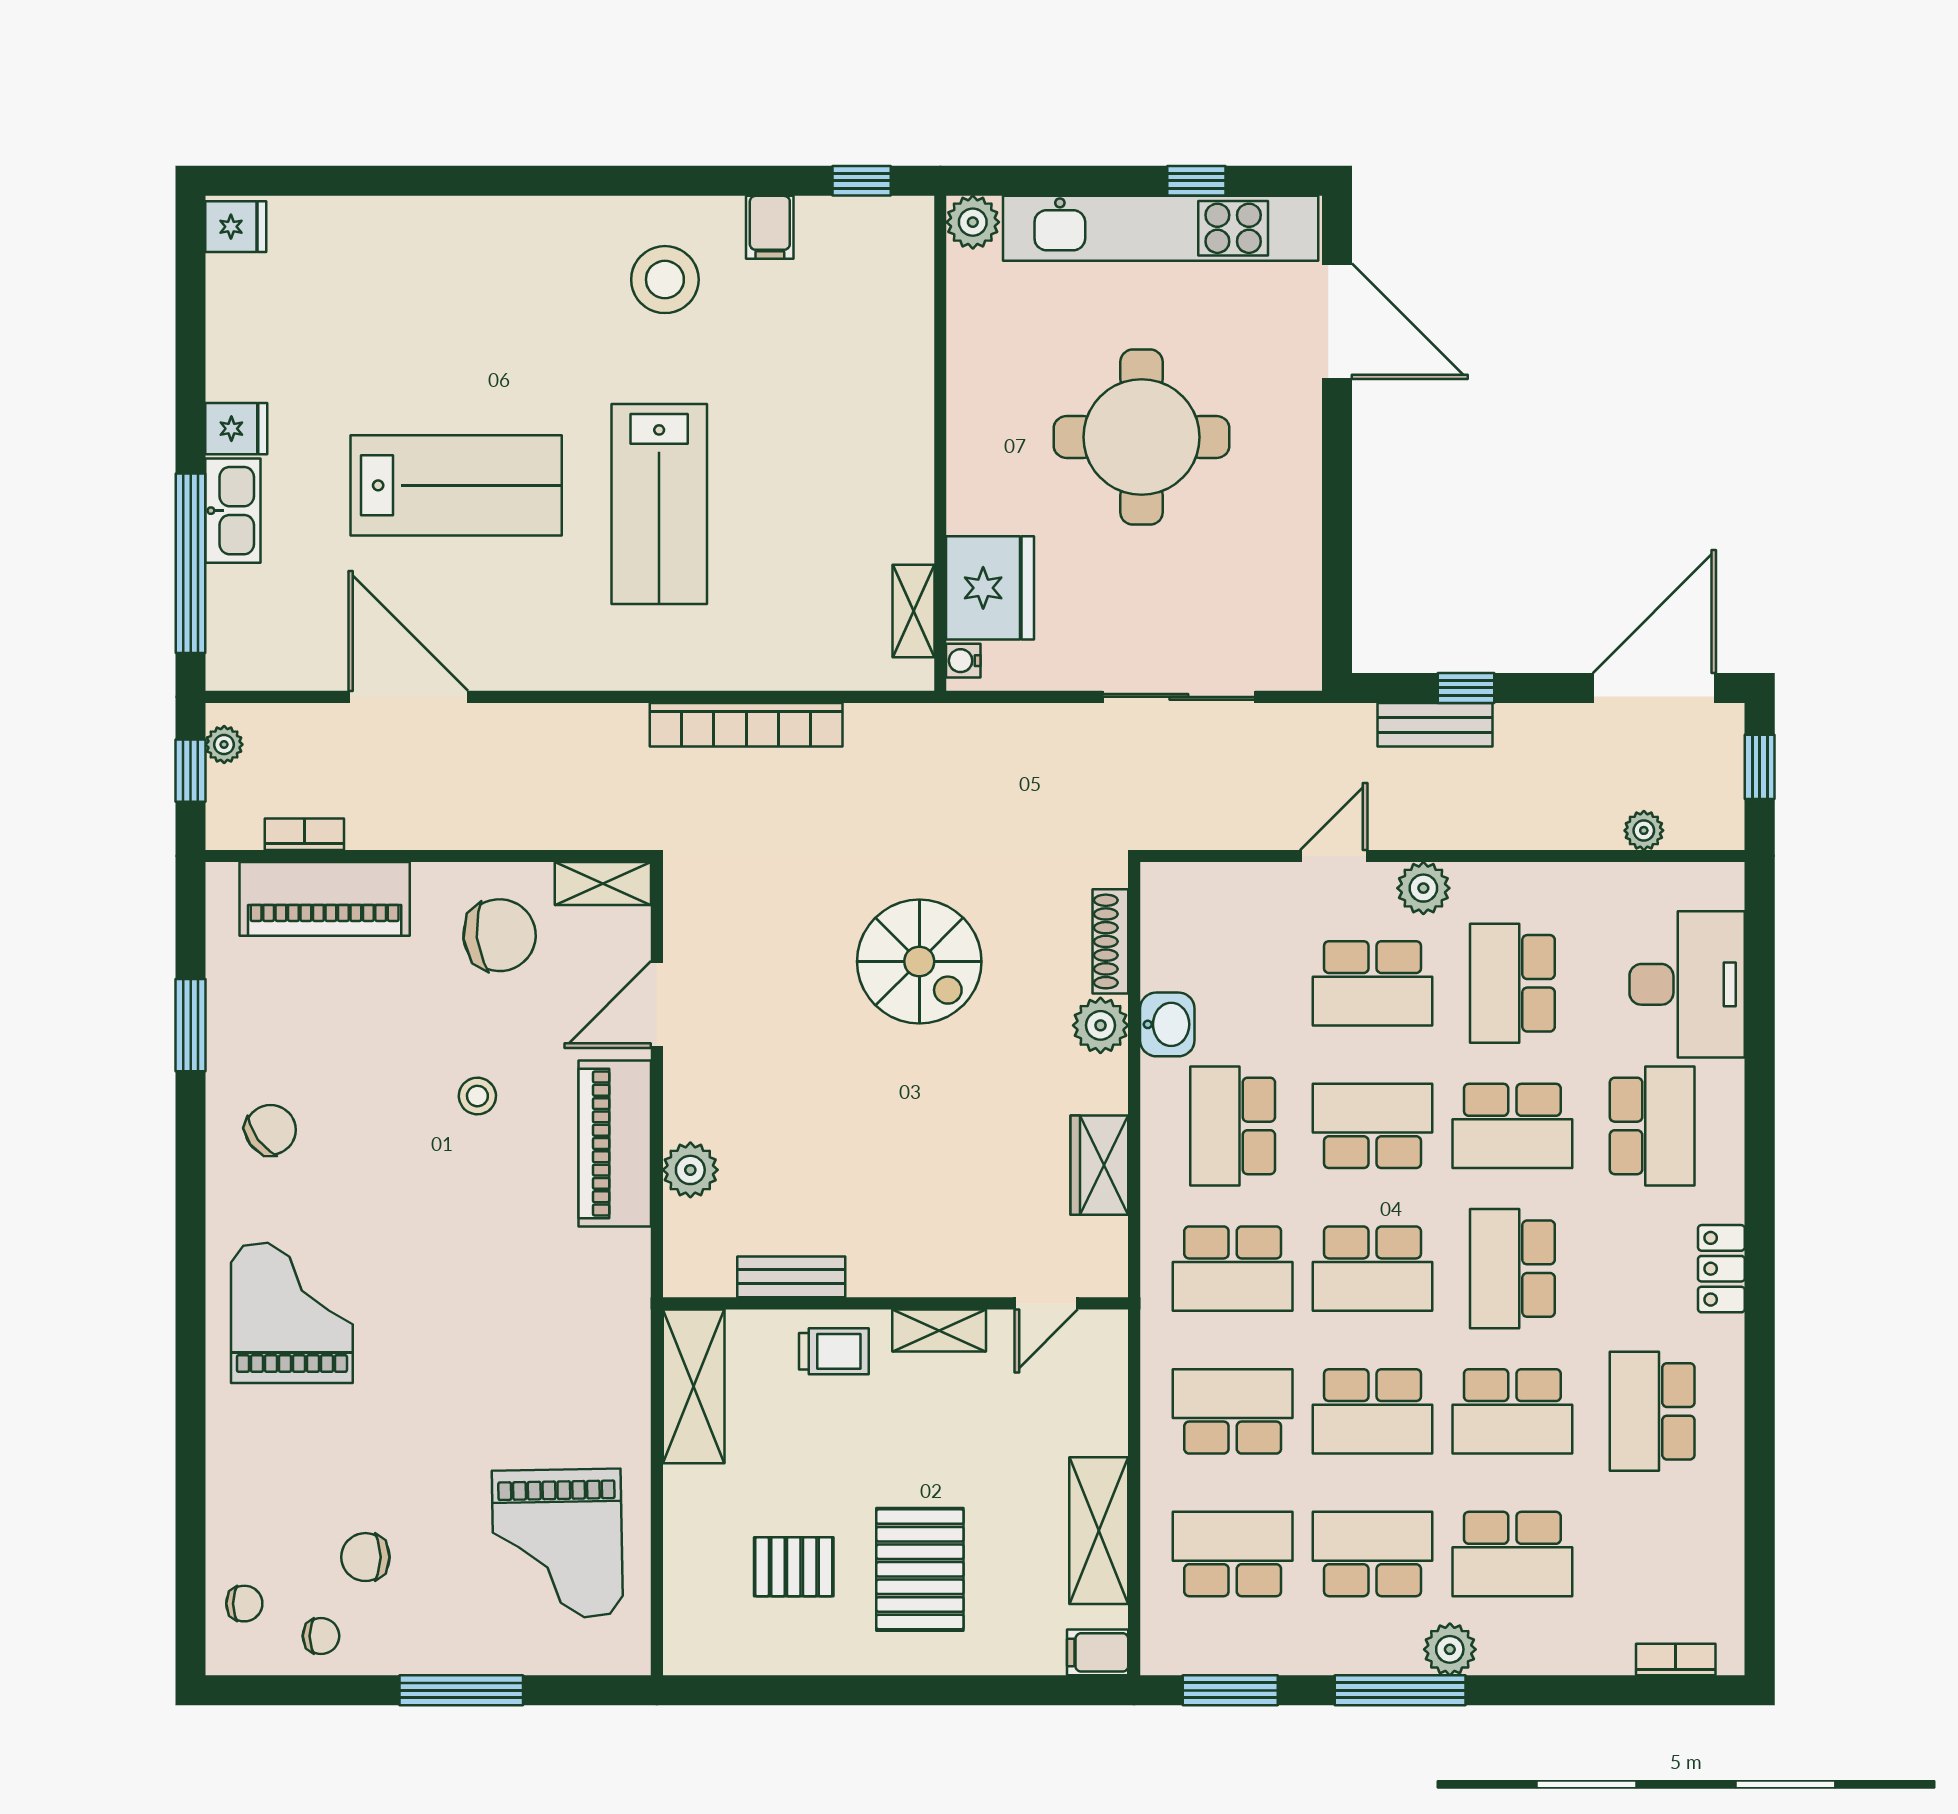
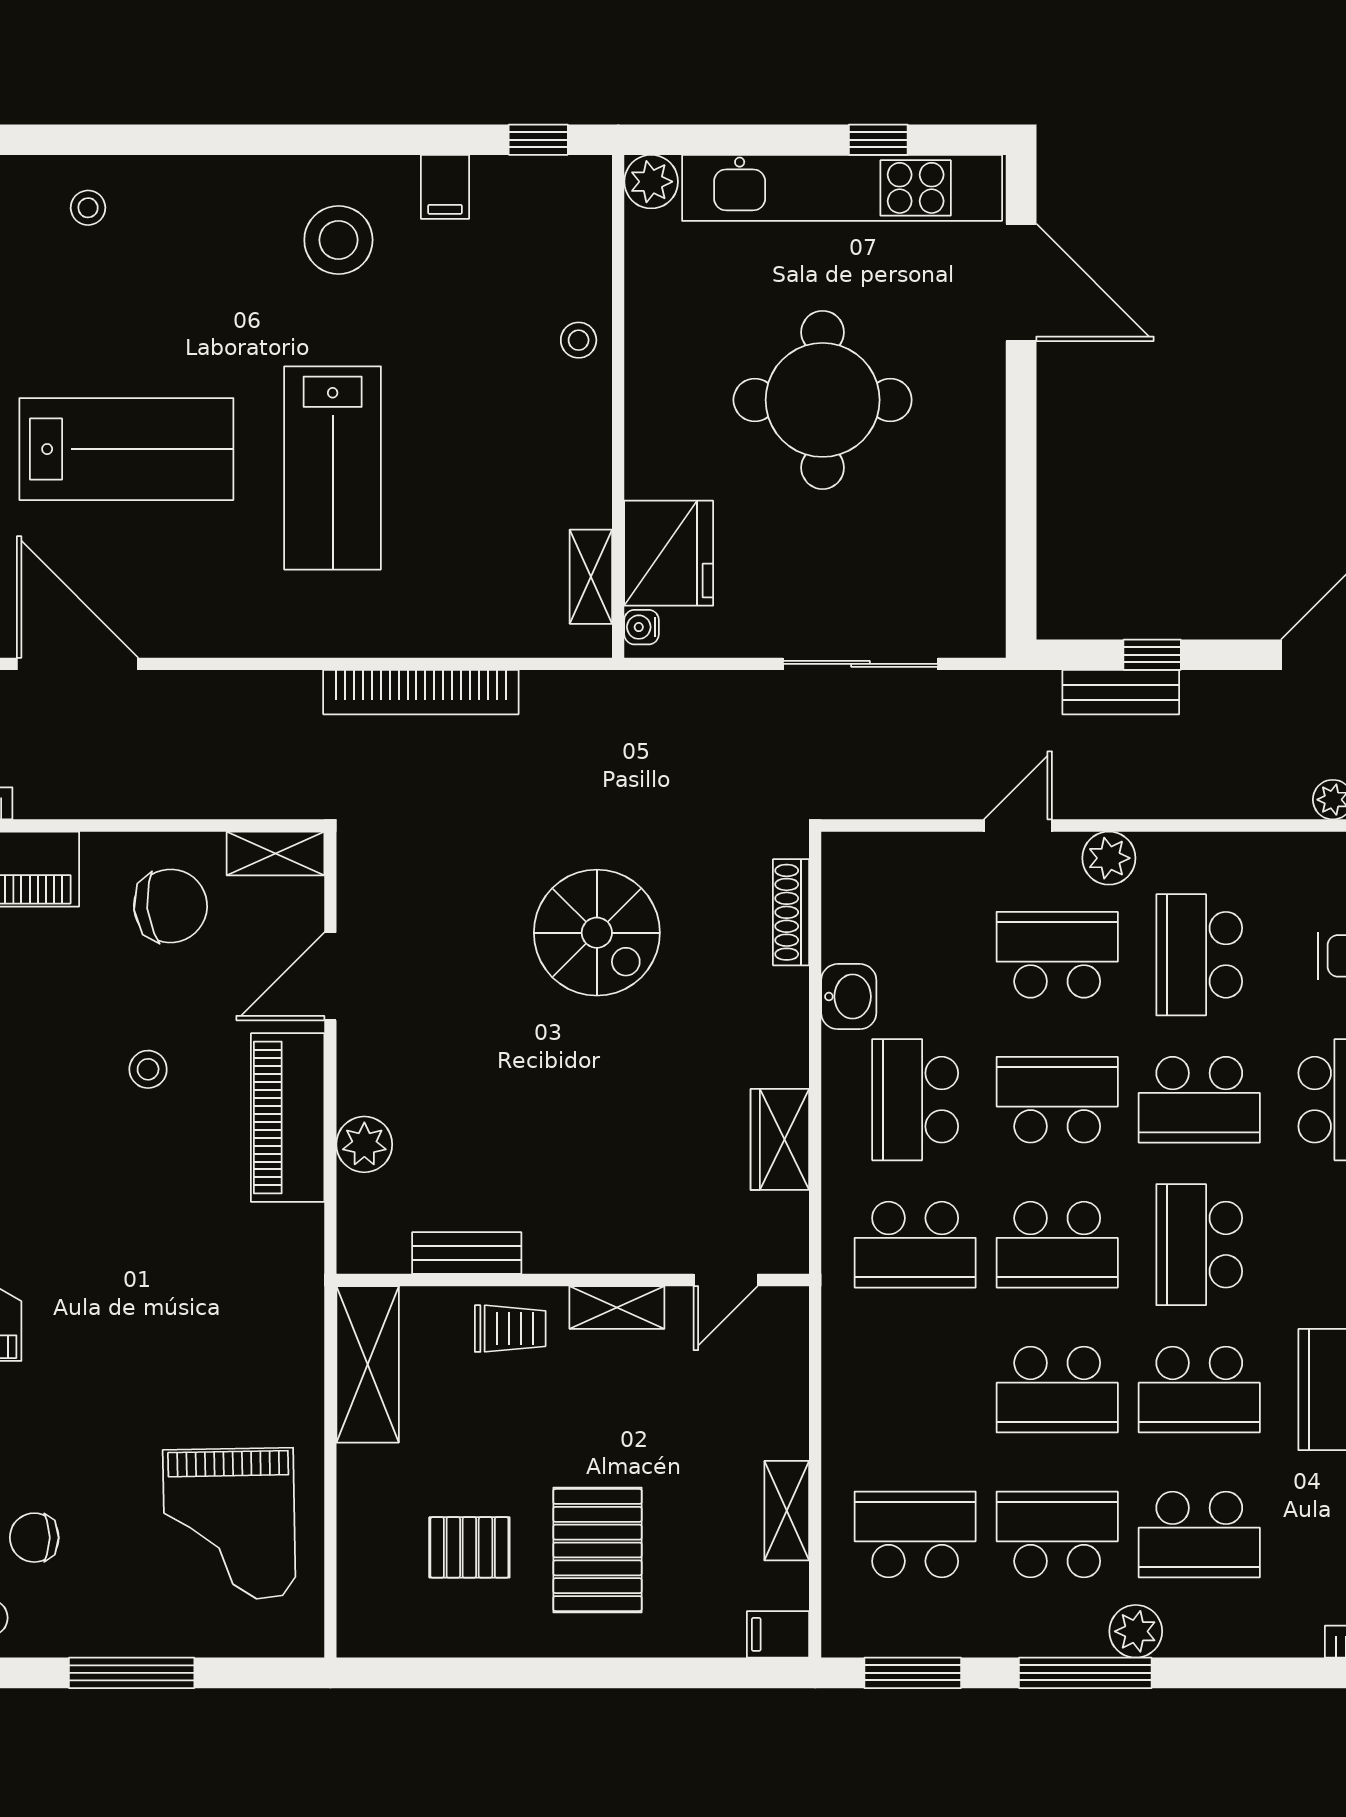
stool: (418, 248) -> (88, 208), added
stool: (901, 378) -> (579, 340), added
school desk: (1373, 983) -> (1057, 955), turned 180
plant: (1100, 1025) -> (781, 998), removed
school desk: (1233, 1411) -> (915, 1390), removed
shelving: (1099, 1531) -> (787, 1511), width x0.67, depth x0.75

